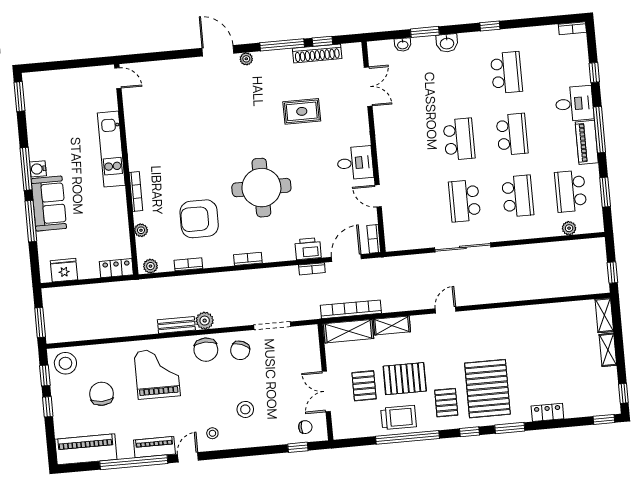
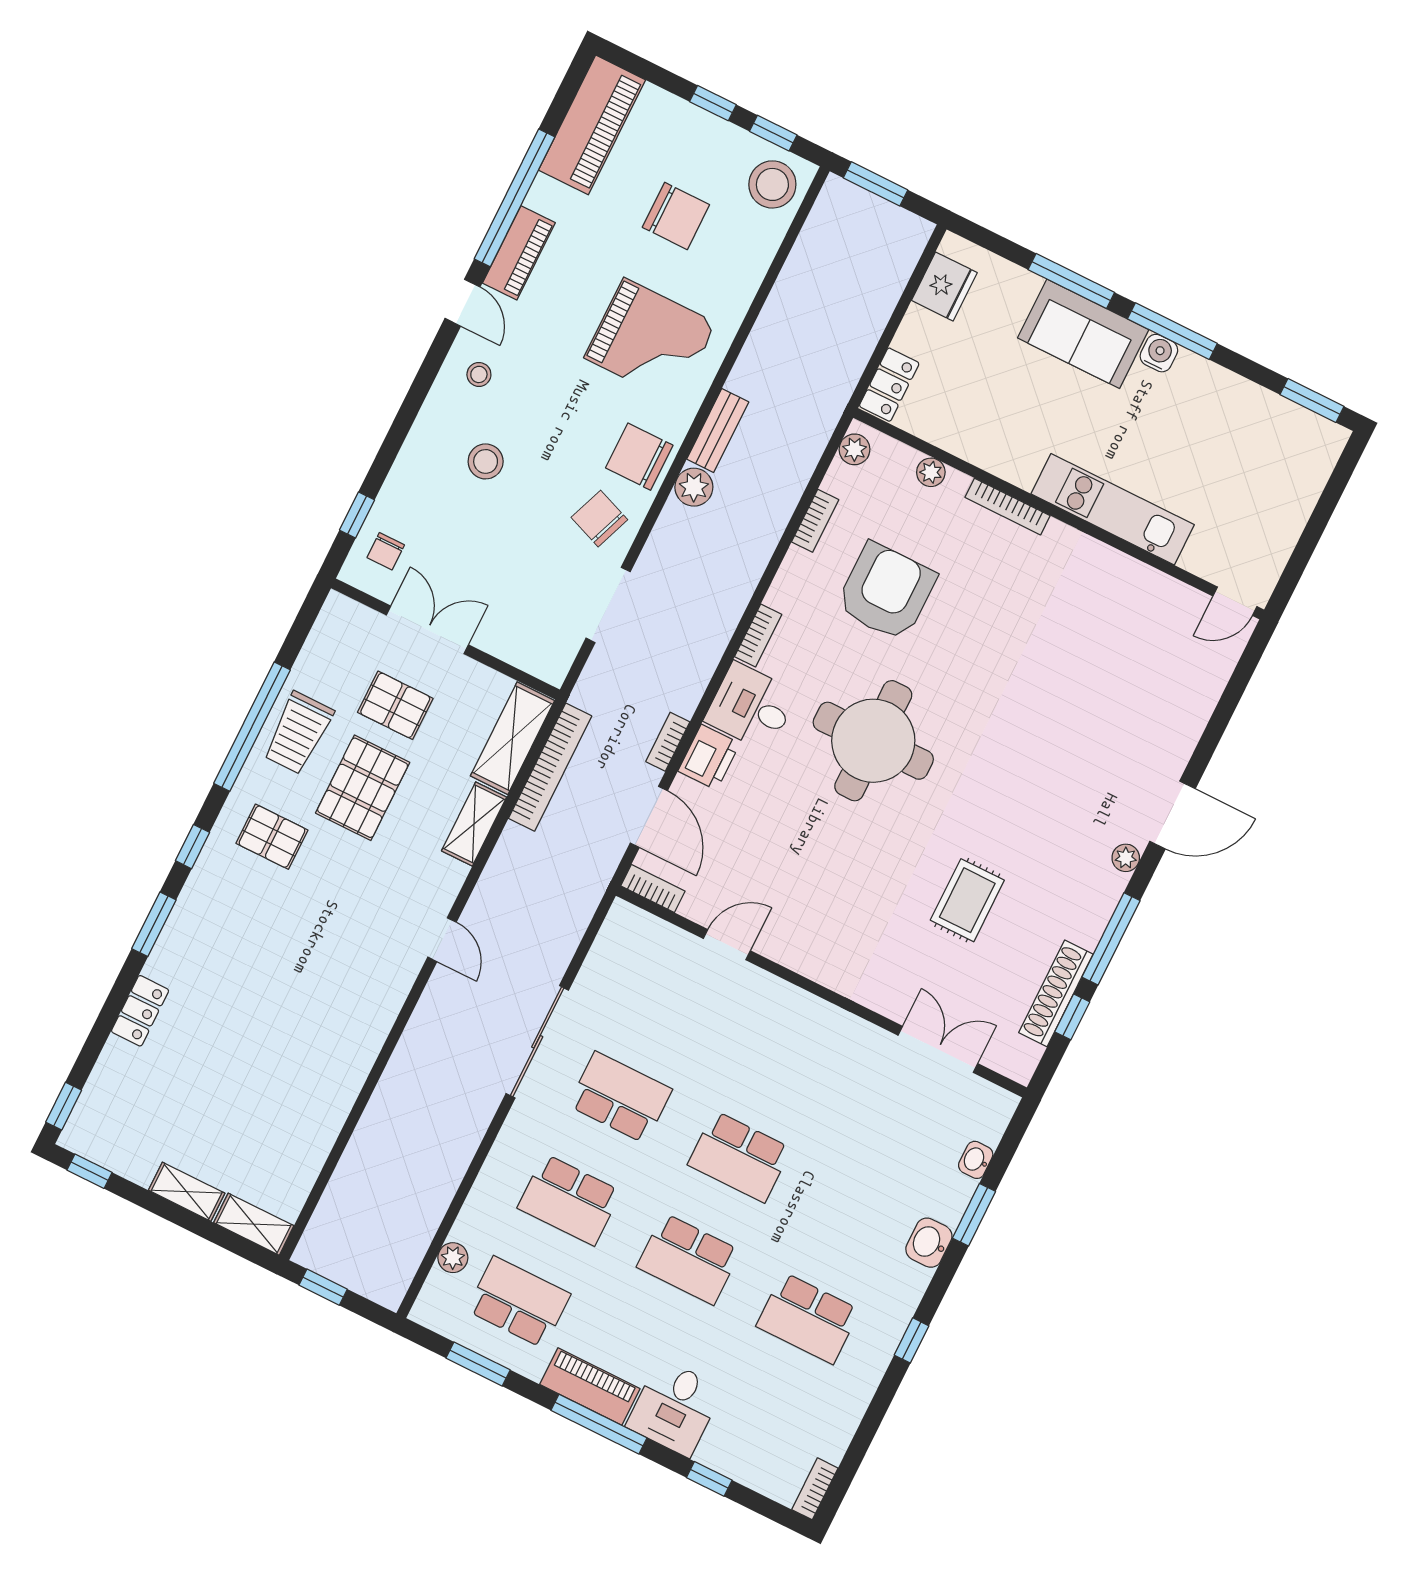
double door: (368, 87) -> (938, 1049), swing flipped
desk: (355, 163) -> (751, 707), moved, turned 90
pallet: (487, 389) -> (251, 928), removed

